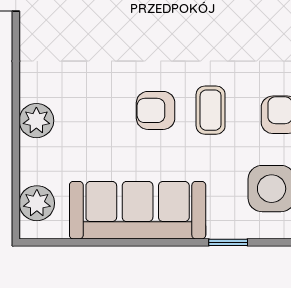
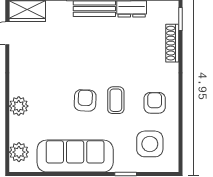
armchair: (156, 110) -> (85, 100), turned 93

